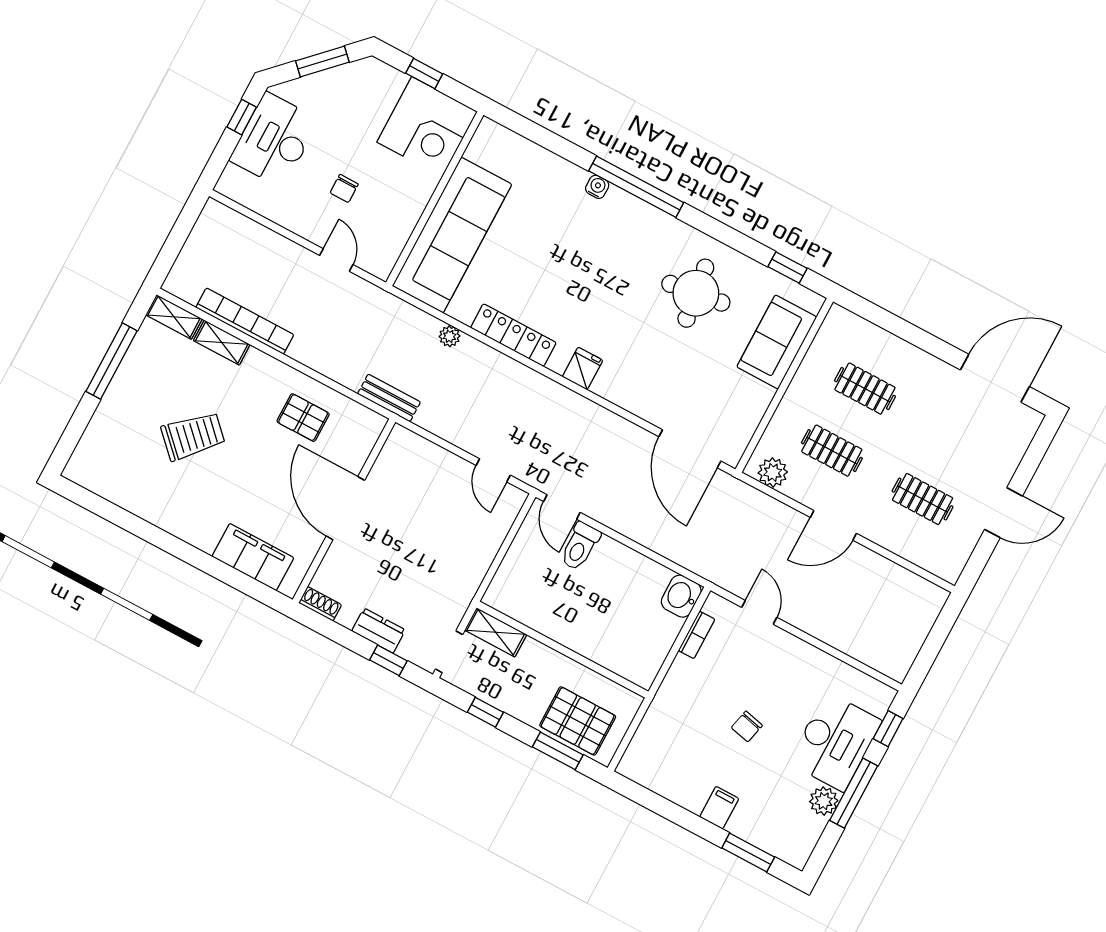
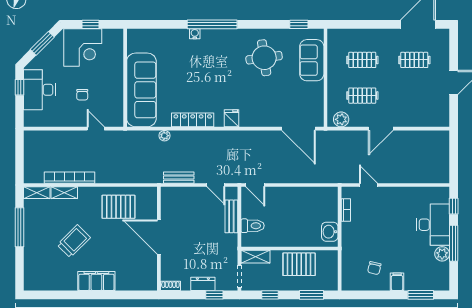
corner desk: (427, 127) -> (83, 48), moved
bench: (389, 398) -> (179, 178), moved
pallet: (303, 418) -> (118, 207), width x1.50, depth x1.42
clothes rail: (923, 499) -> (414, 60), moved
bench: (491, 539) -> (231, 216), added
toilet: (580, 546) -> (253, 226), moved, turned -90
filing cabinet: (253, 557) -> (96, 281), moved
washbasin: (681, 596) -> (330, 232), moved
pallet: (578, 721) -> (299, 264), moved
chair: (747, 727) -> (374, 268), moved

